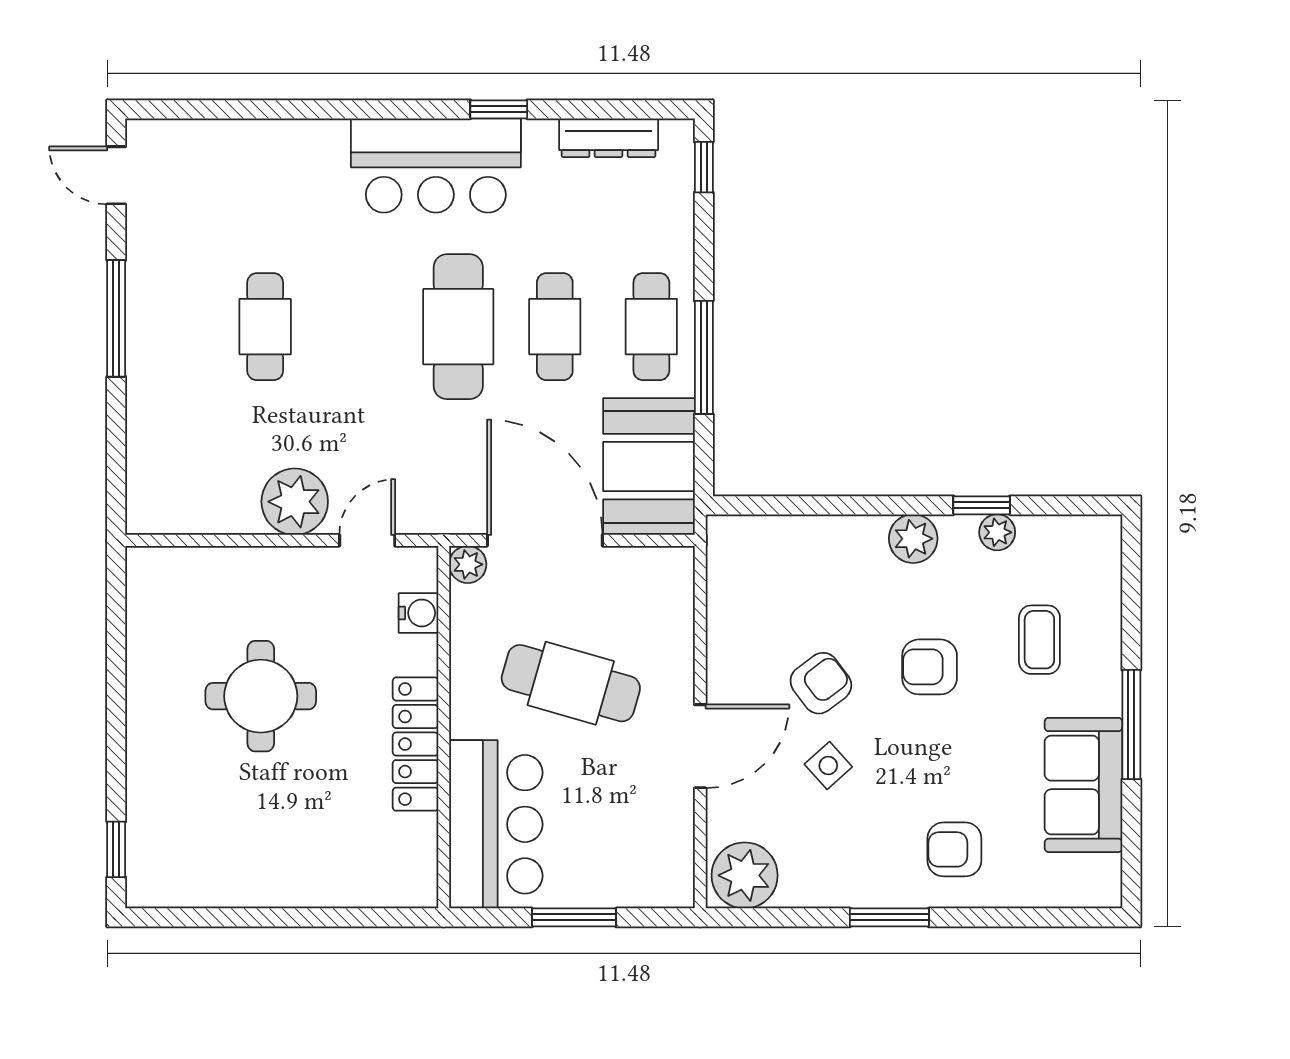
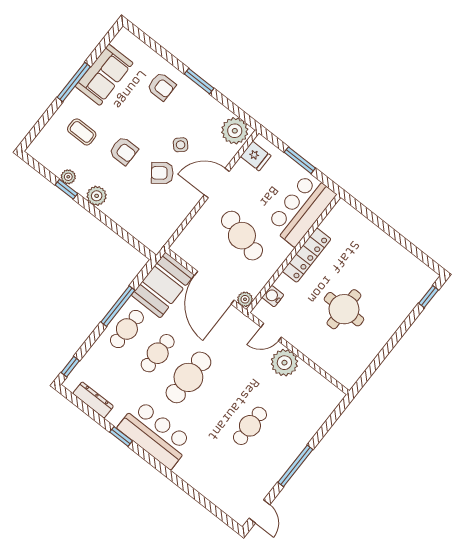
coffee table: (1039, 640) -> (82, 132), turned 90
fridge: (665, 858) -> (256, 156), added

